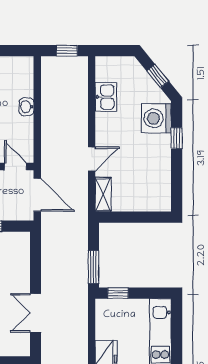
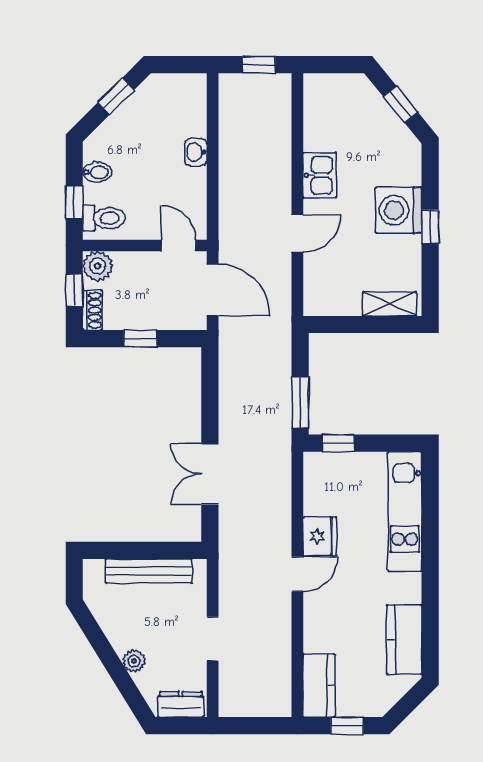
kitchen sink: (106, 97) -> (319, 175), moved
washing machine: (156, 118) -> (399, 210), moved
window: (177, 138) -> (430, 227), moved
shelving: (103, 194) -> (390, 304), moved, turned 90

